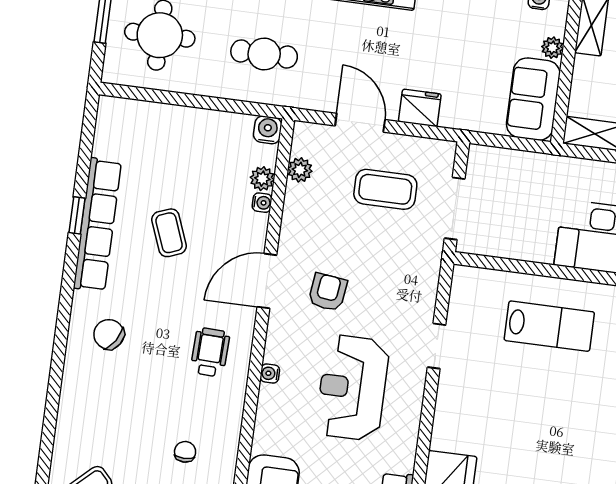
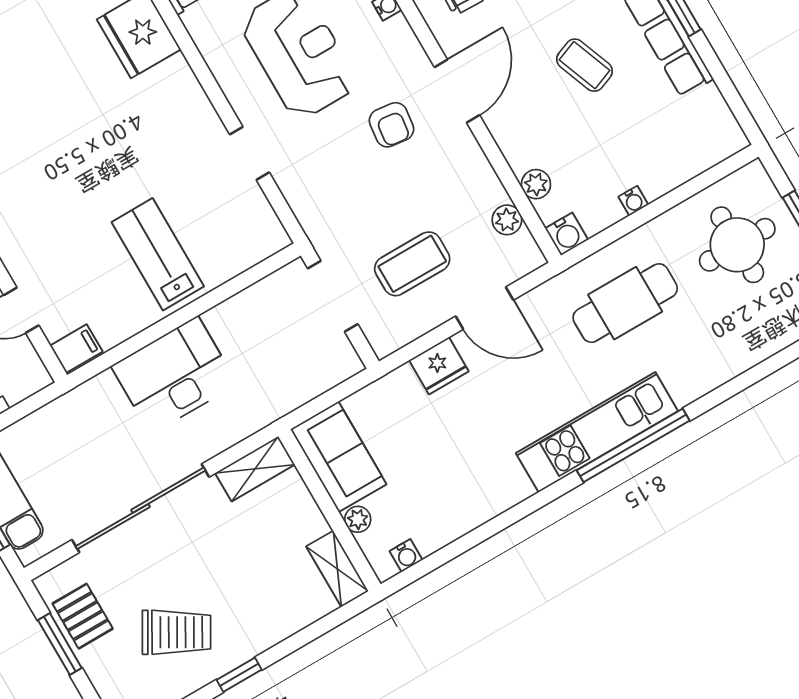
cafe table: (264, 54) -> (625, 303), width x1.37, depth x1.35
water cooler: (262, 203) -> (633, 201), moved, turned -90
lab bench: (549, 326) -> (158, 254), turned 90

